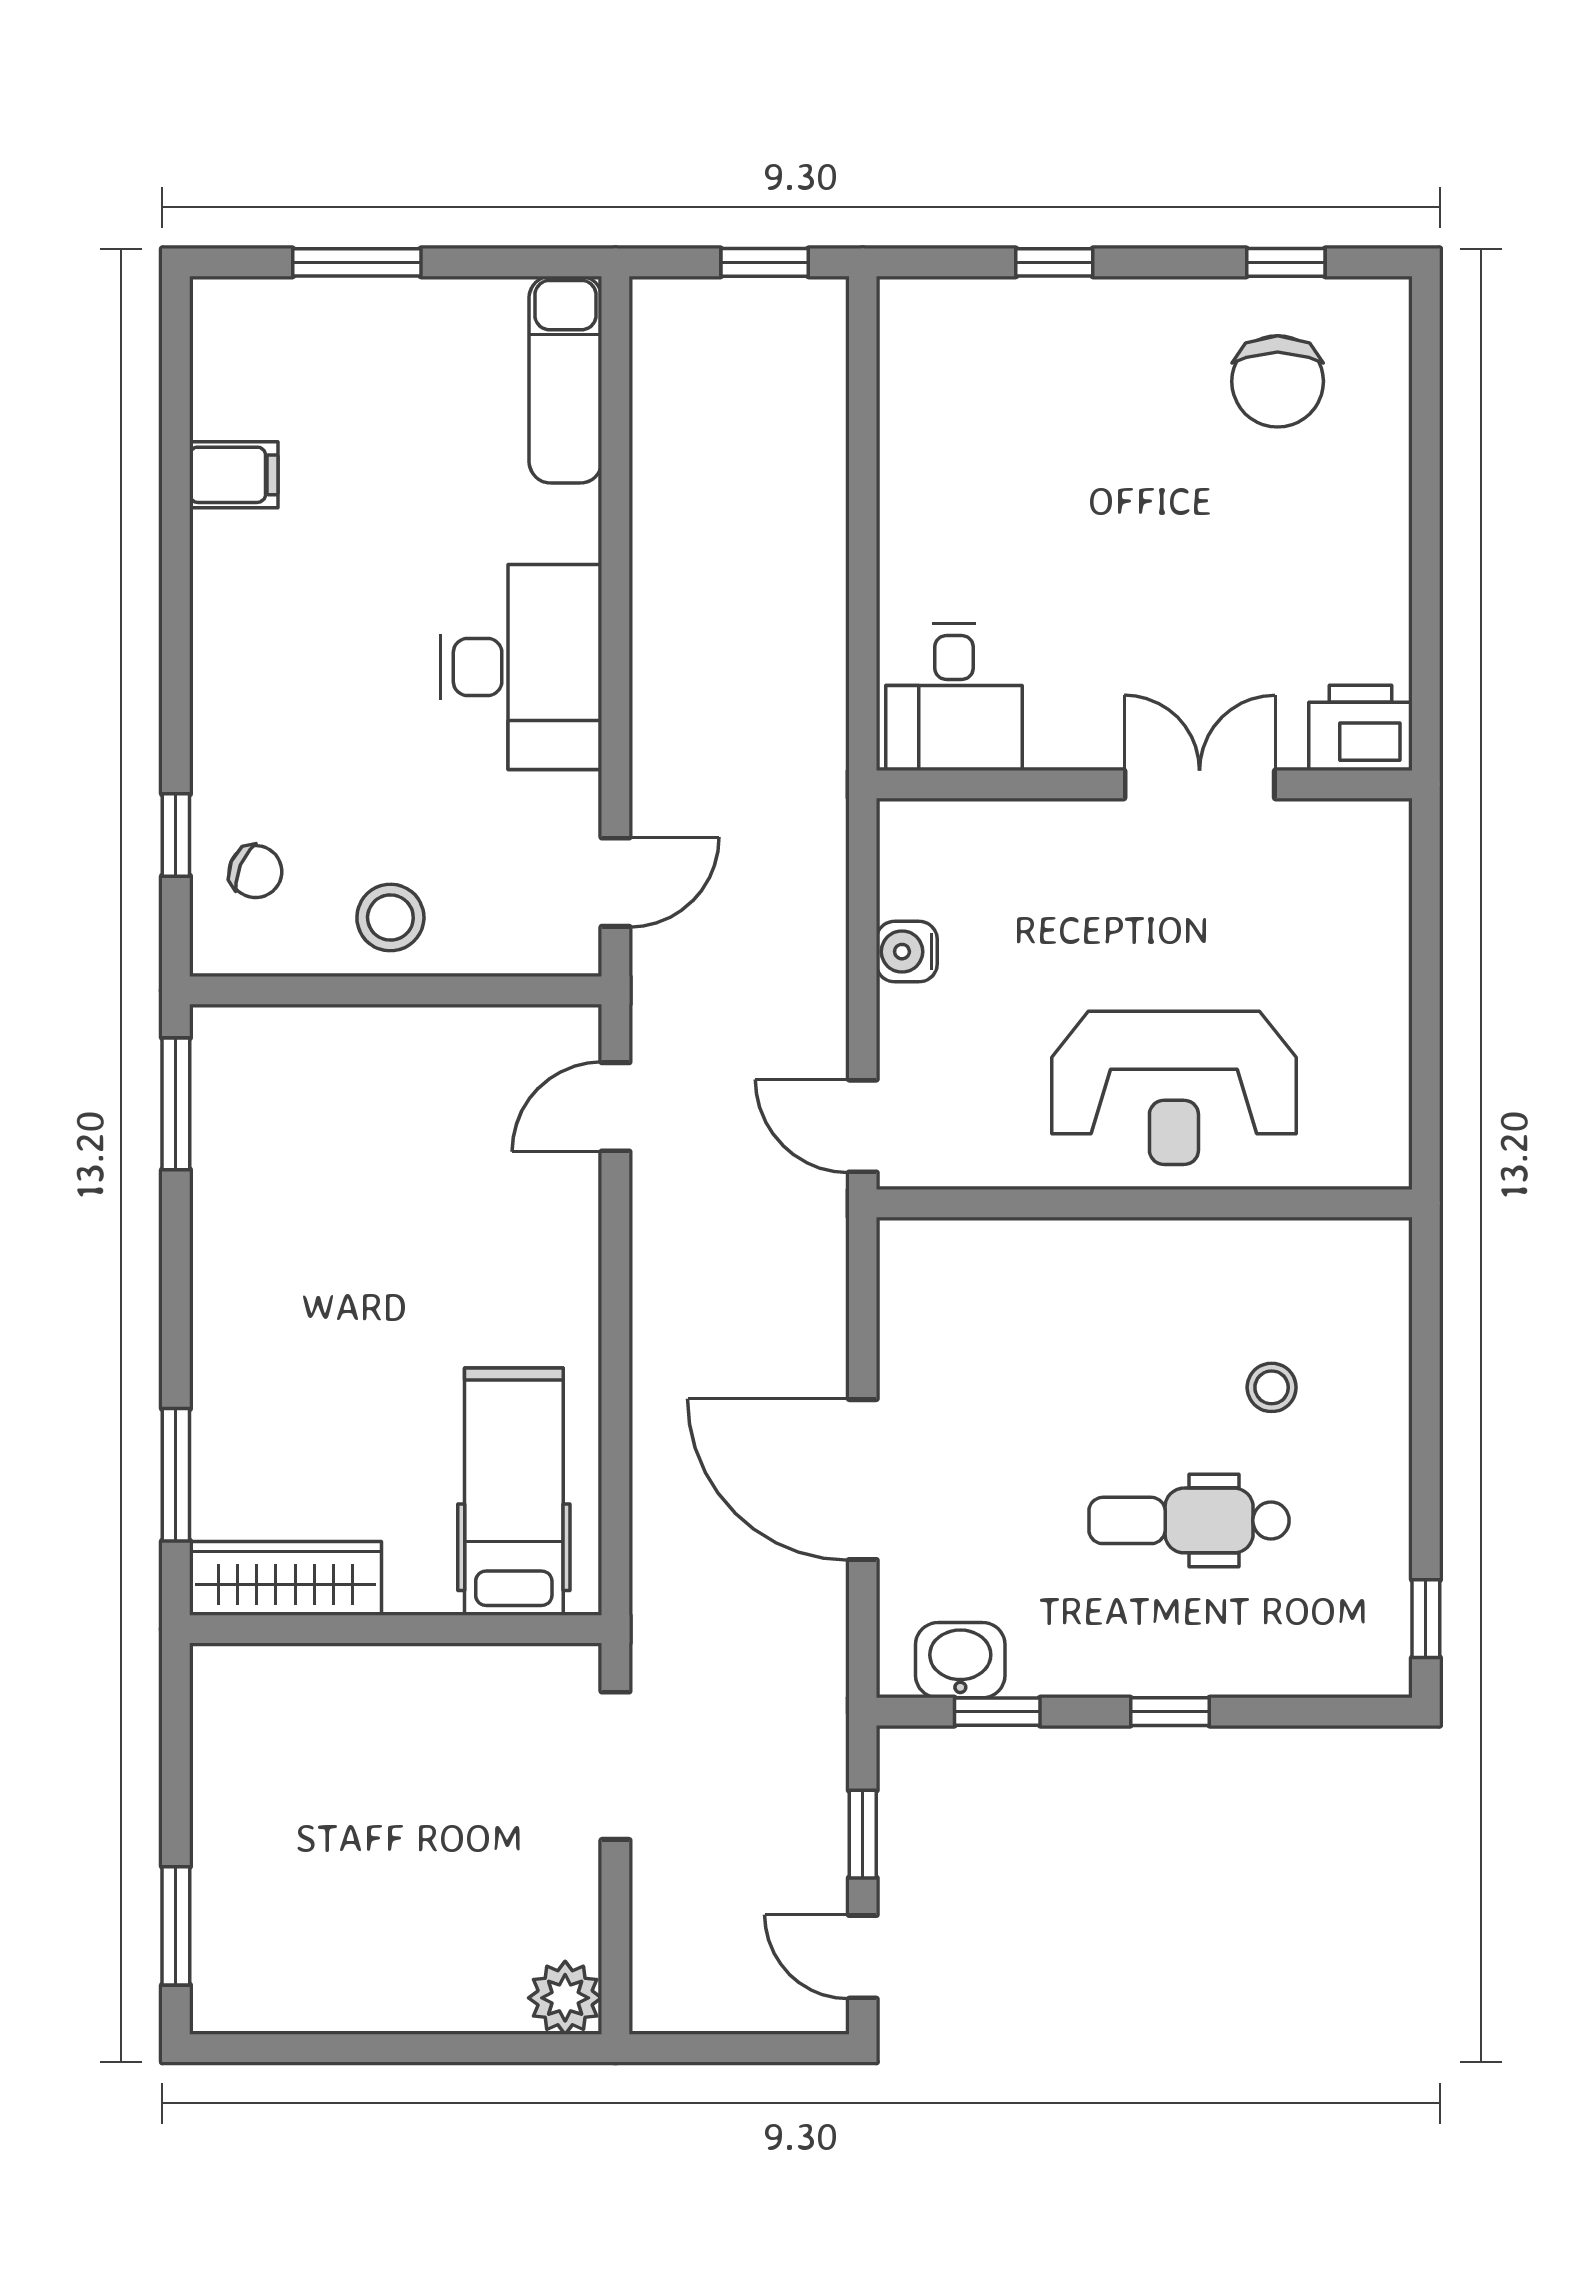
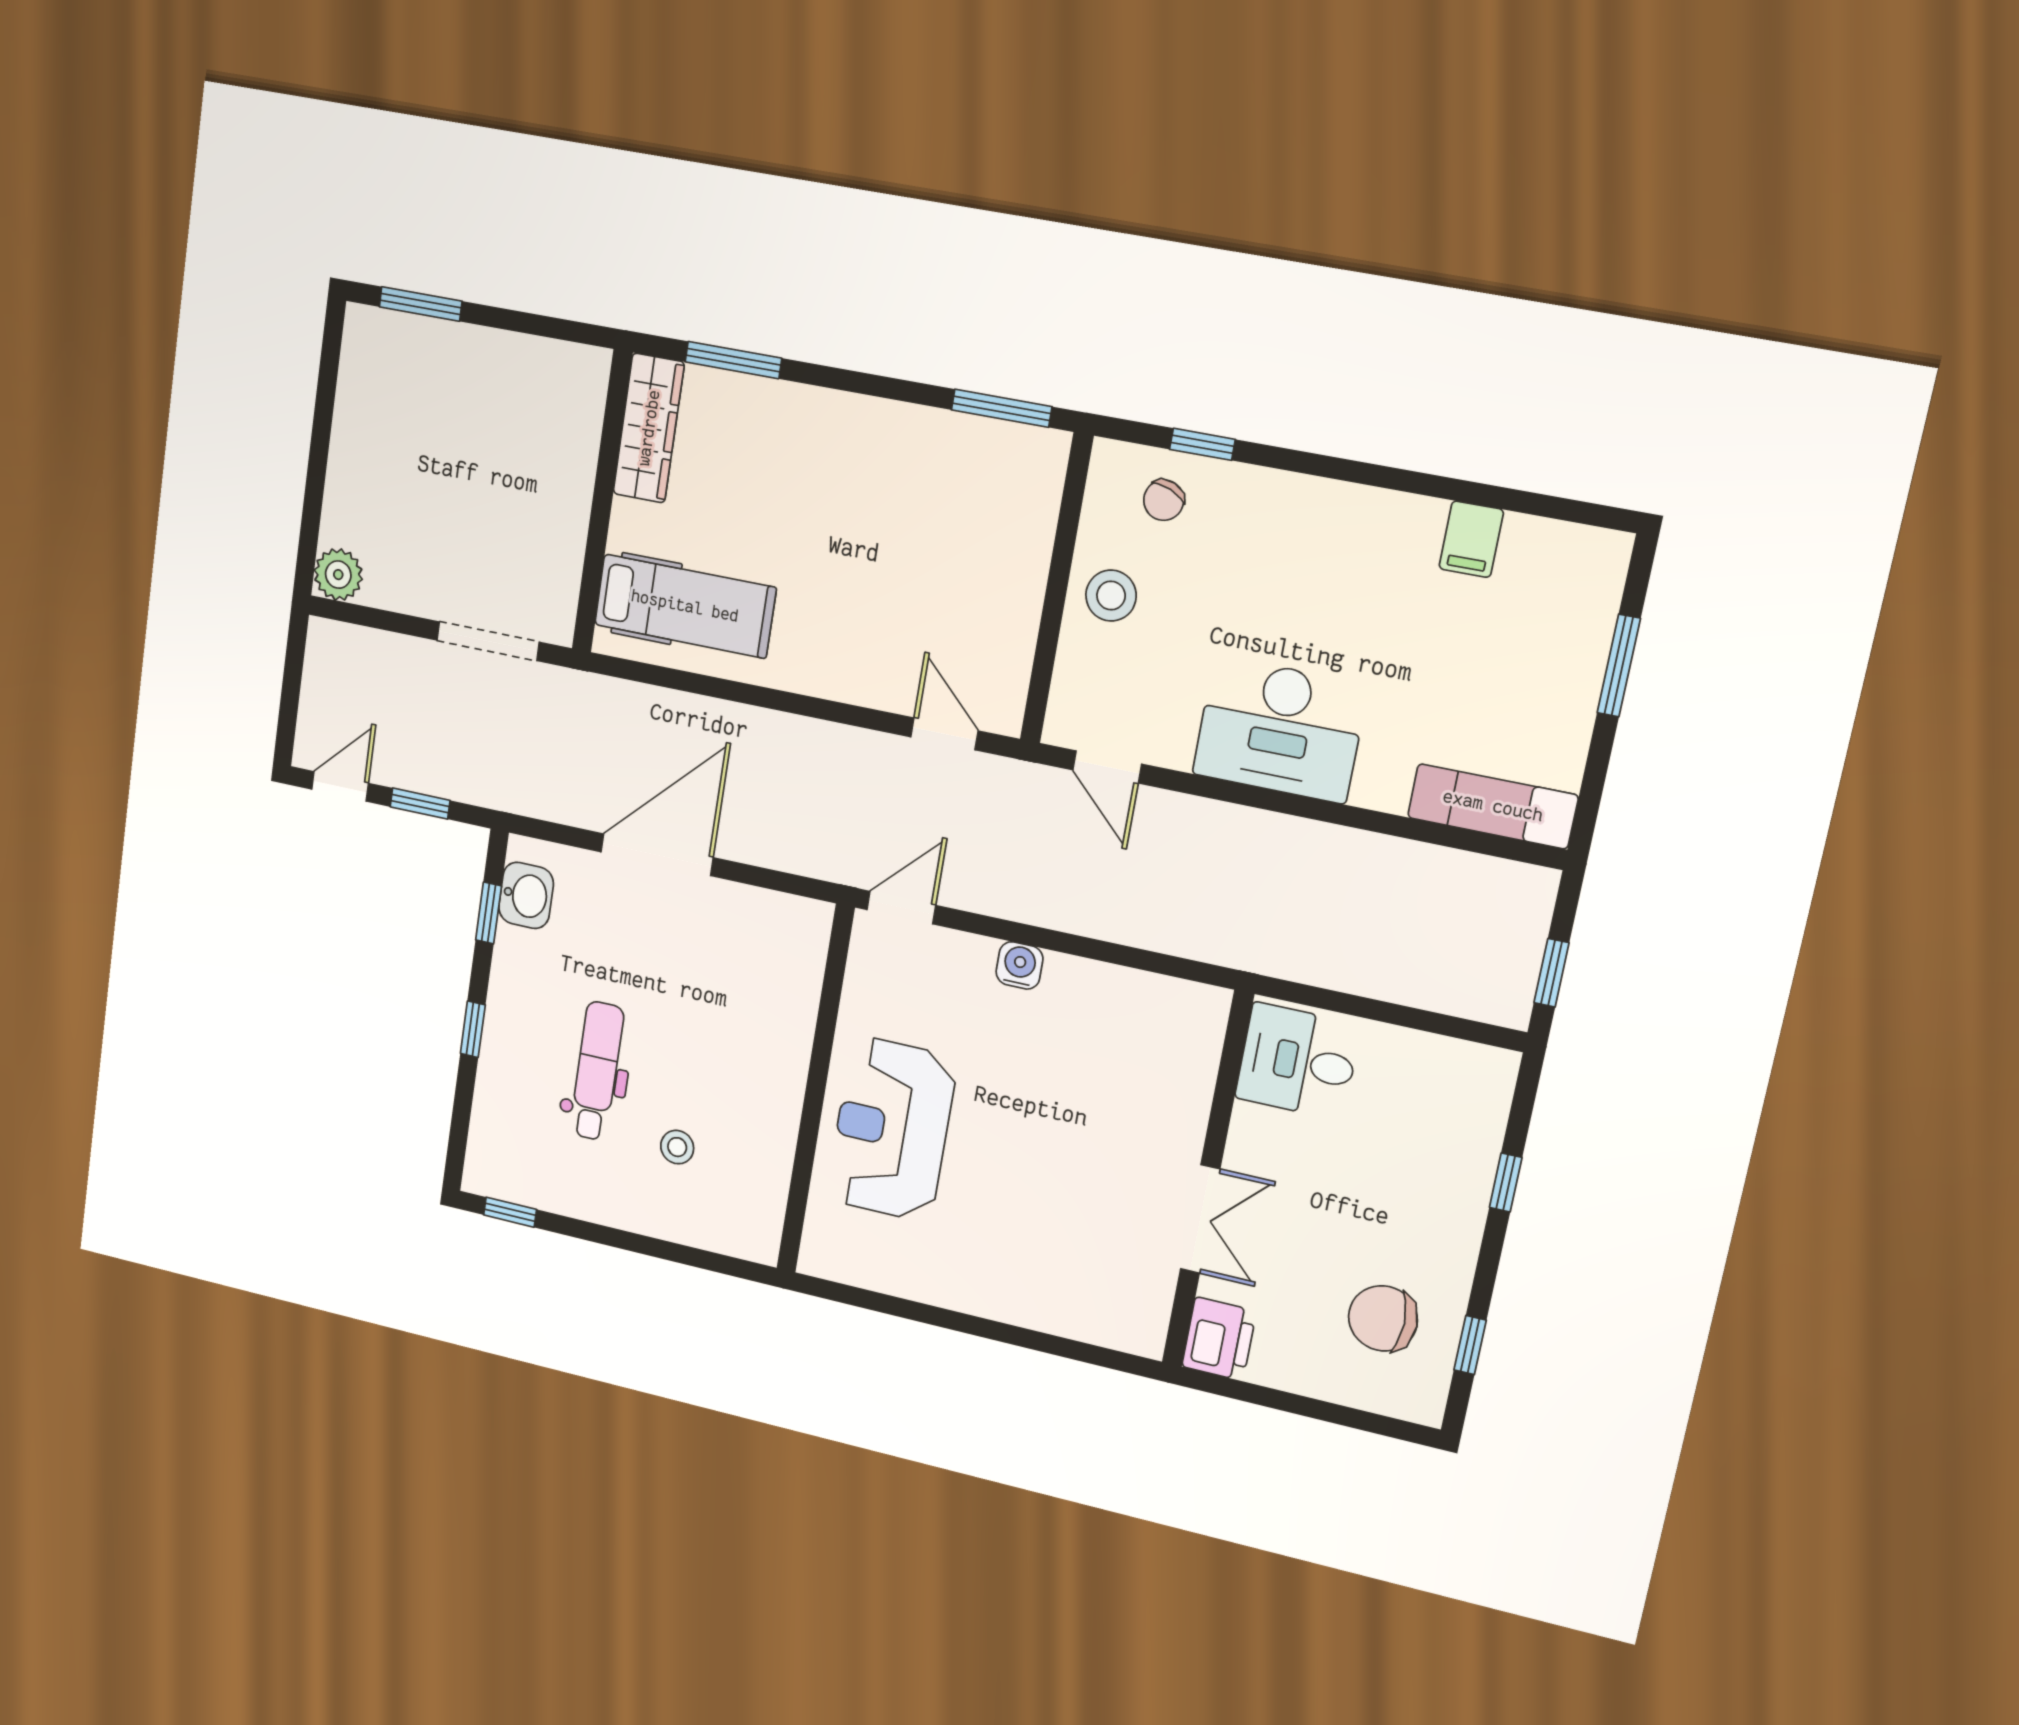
desk: (954, 697) -> (1298, 1061), moved
printer: (1361, 728) -> (1219, 1339), moved
wall: (1144, 784) -> (1208, 1181), moved
double door: (1200, 784) -> (1200, 1219), moved

